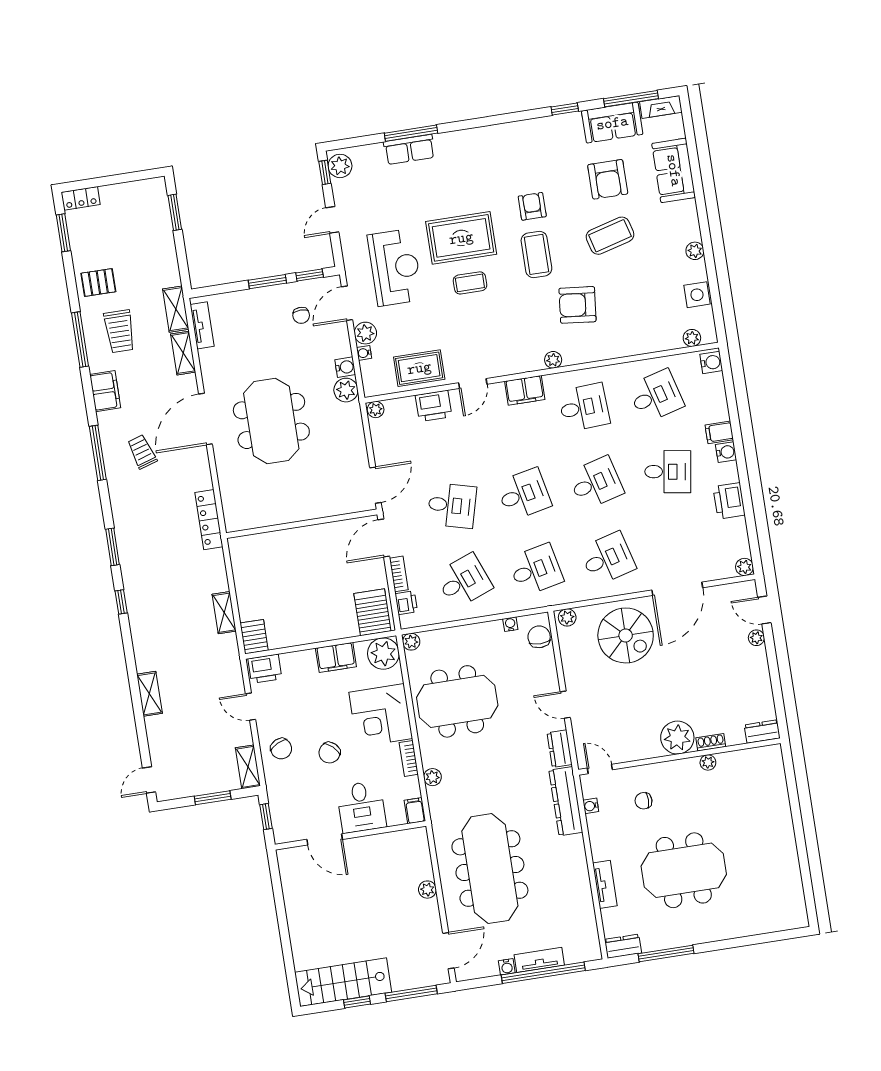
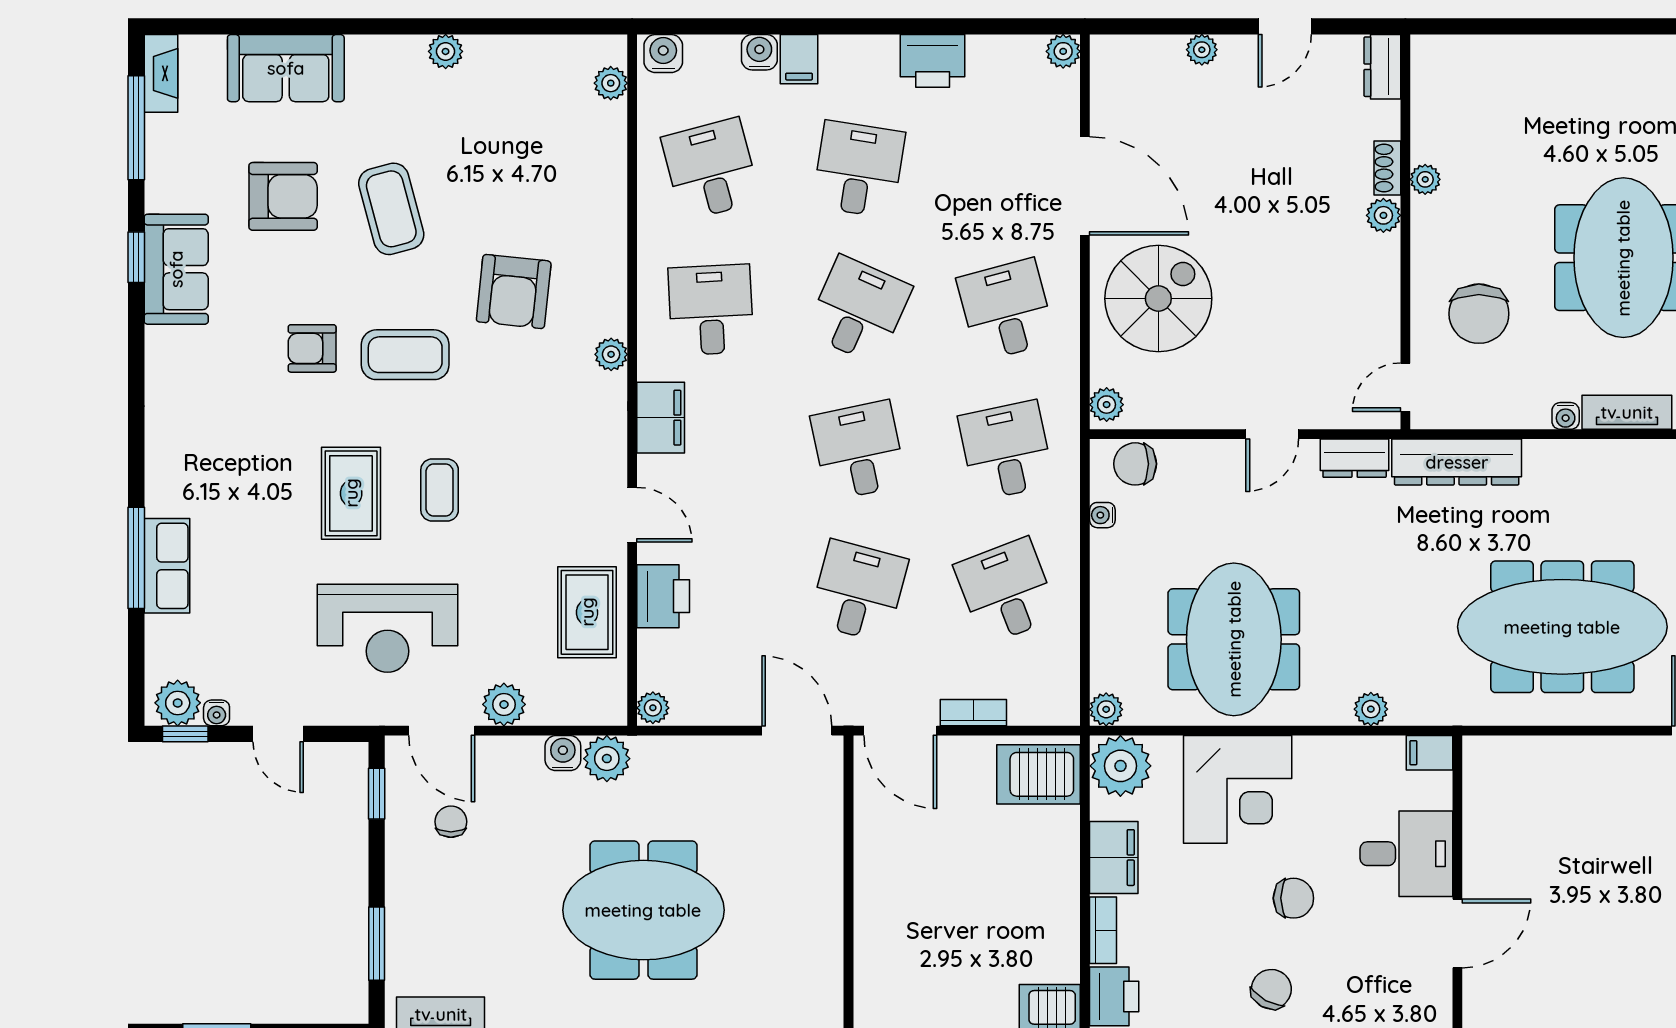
sofa: (612, 123) -> (176, 269), moved
rug: (461, 238) -> (351, 493), width x0.73, depth x0.70
reception desk: (395, 267) -> (387, 628), turned 180
window: (267, 282) -> (377, 944), moved
side table: (697, 295) -> (530, 61), removed
chair: (301, 315) -> (451, 822), turned -90
water cooler: (364, 353) -> (217, 713), moved
water cooler: (726, 452) -> (759, 52), moved
desk: (596, 483) -> (859, 310), turned 39
printer: (406, 603) -> (1030, 707), removed
door: (764, 610) -> (1285, 26), moved
plant: (677, 738) -> (1383, 215), width x0.53, depth x0.53
chair: (281, 749) -> (1271, 989), turned -35
chair: (329, 753) -> (1293, 898), turned -43
bookcase: (409, 758) -> (1103, 930), moved, turned -90
chair: (644, 801) -> (1479, 314), width x1.87, depth x1.87
water cooler: (591, 806) -> (1566, 416), moved
plant: (427, 890) -> (1584, 752), removed

